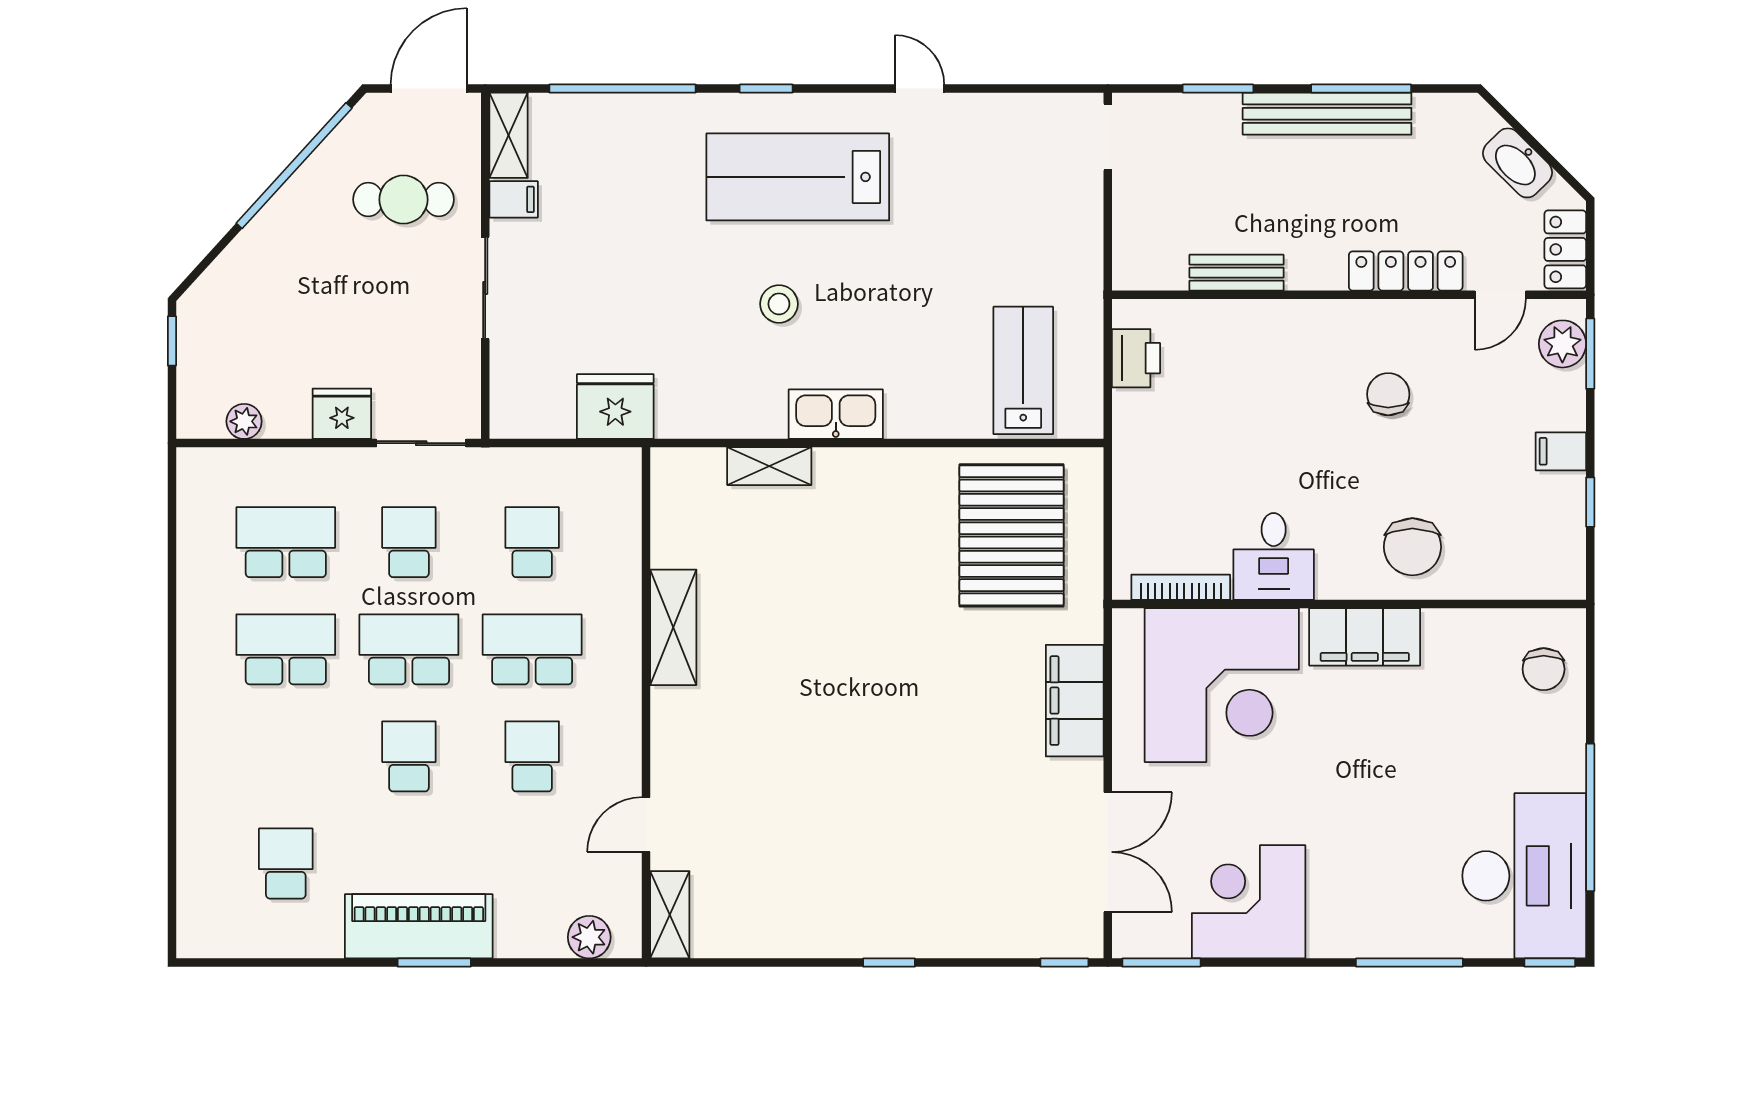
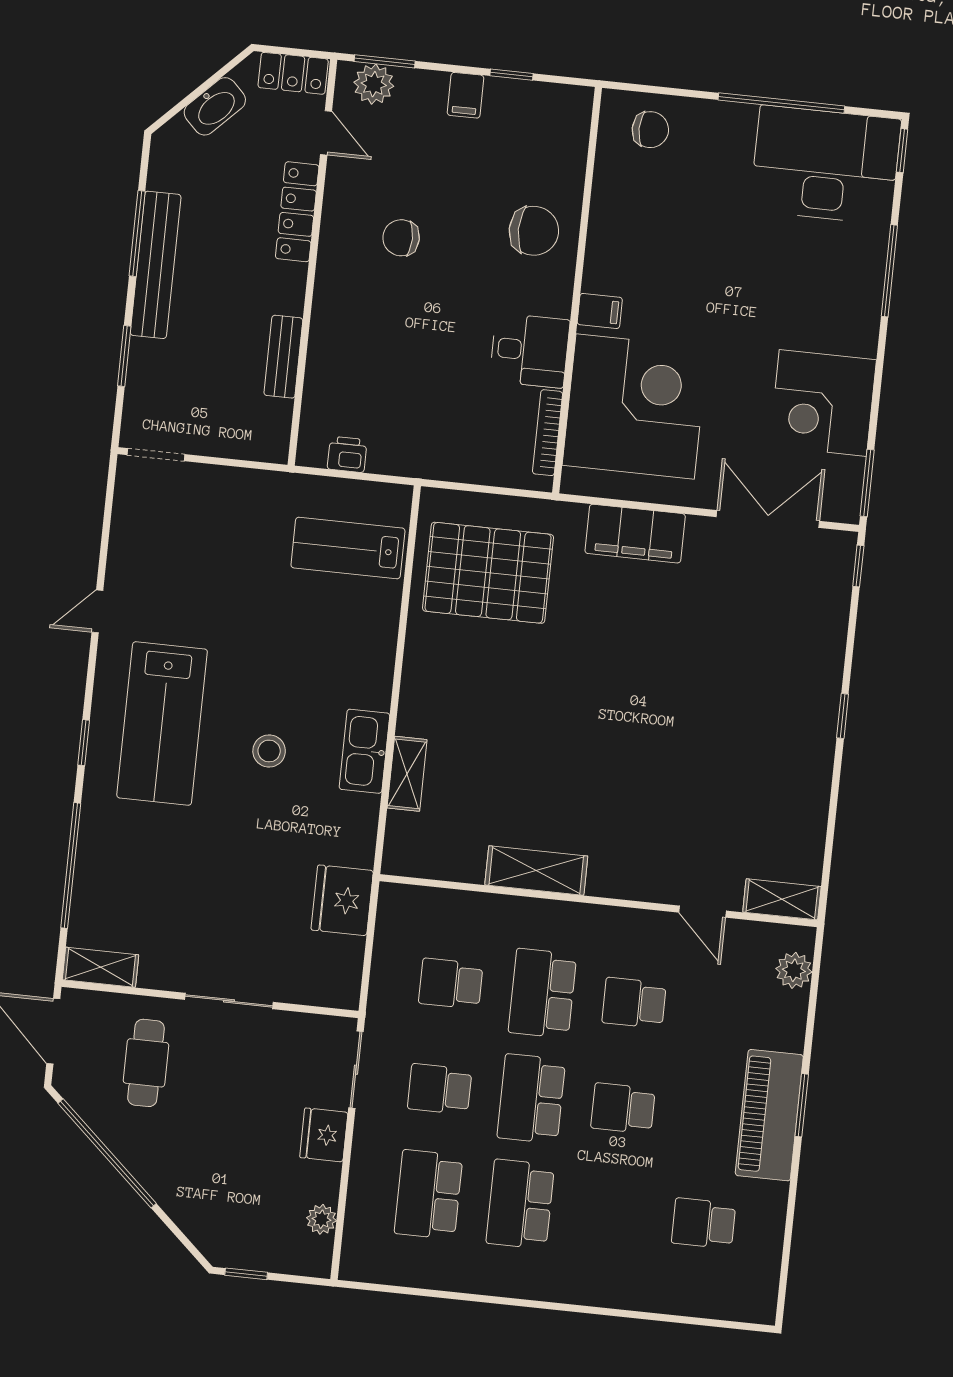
filing cabinet: (514, 199) -> (156, 969), removed
printer: (1136, 358) -> (347, 454), width x0.73, depth x0.81
kitchen sink: (836, 414) -> (364, 751), moved
filing cabinet: (1365, 637) -> (600, 311), width x0.33, depth x0.86

